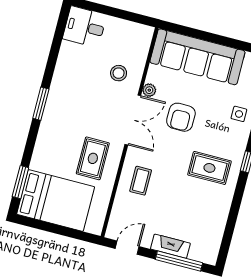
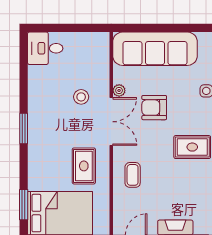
stool: (119, 73) -> (81, 97), moved
armchair: (181, 117) -> (154, 108), turned 90

